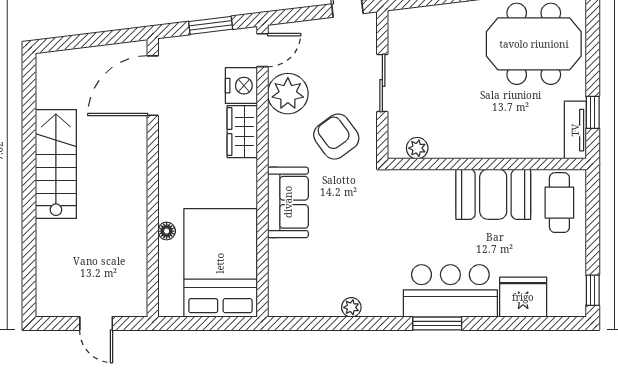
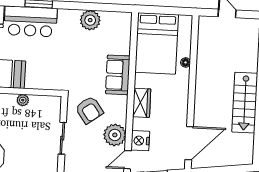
wardrobe: (242, 132) -> (142, 103), moved
plant: (417, 148) -> (23, 100), moved
plant: (351, 307) -> (90, 20), width x1.88, depth x1.88

